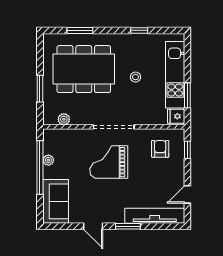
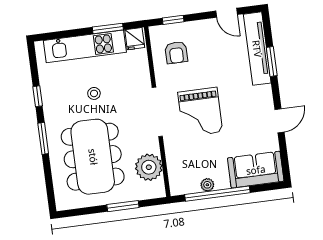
window: (80, 30) -> (43, 138), moved
plant: (64, 119) -> (149, 167), width x1.88, depth x1.88
armchair: (160, 149) -> (176, 53), turned -90
window: (128, 226) -> (272, 62), moved

